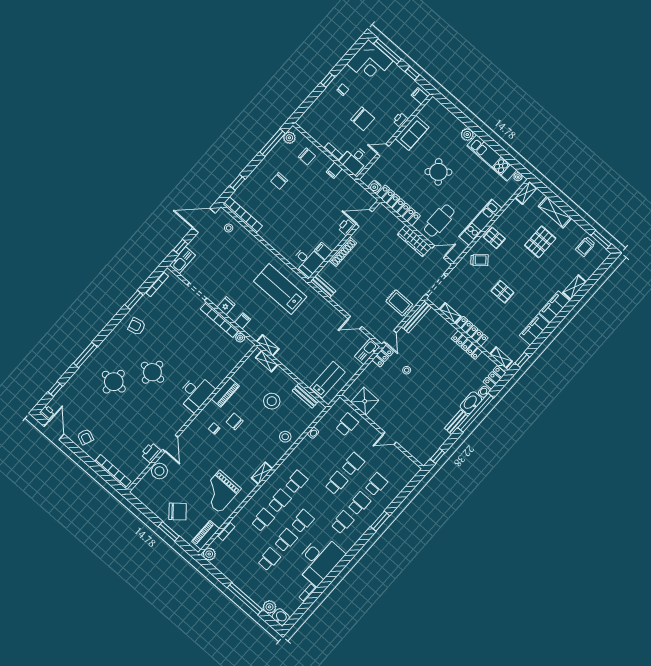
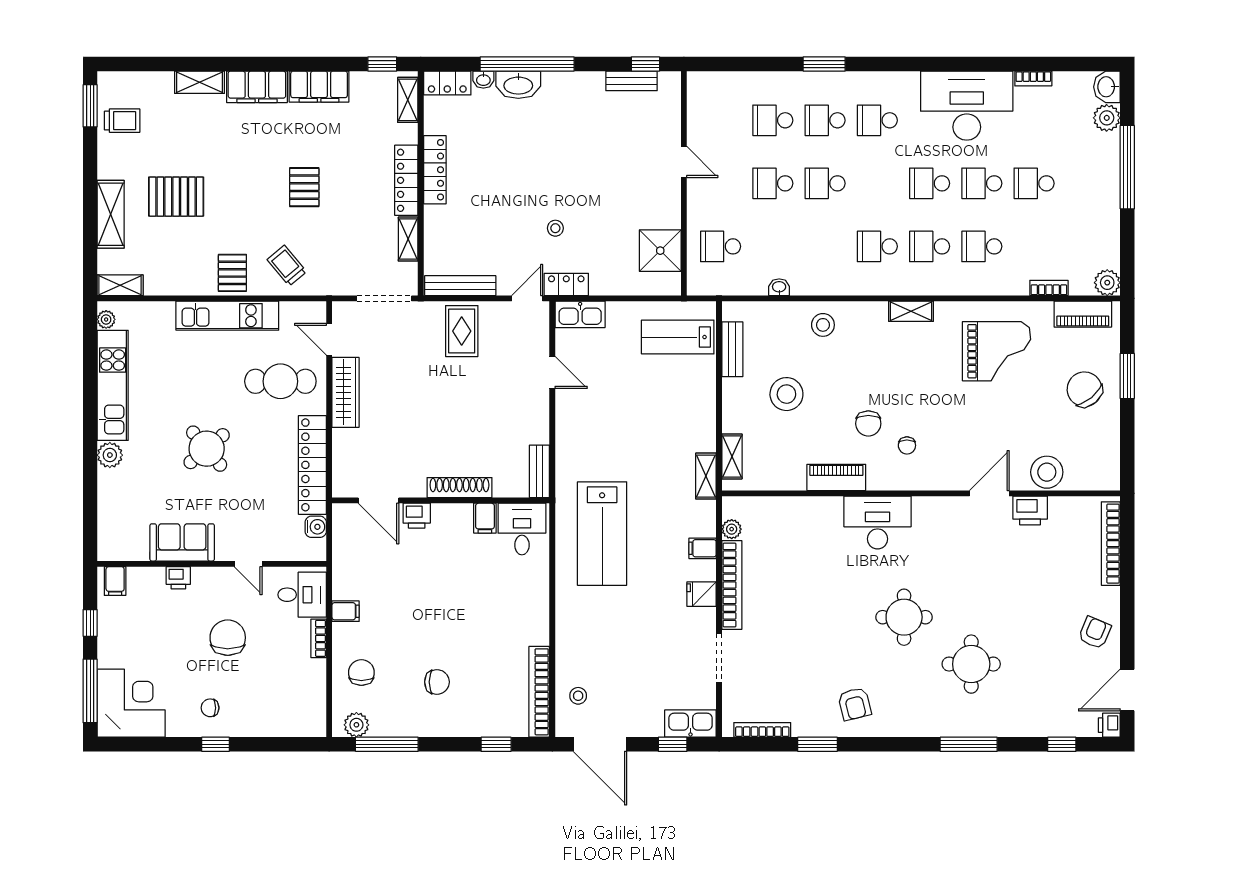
bench: (456, 422) -> (631, 81), moved

